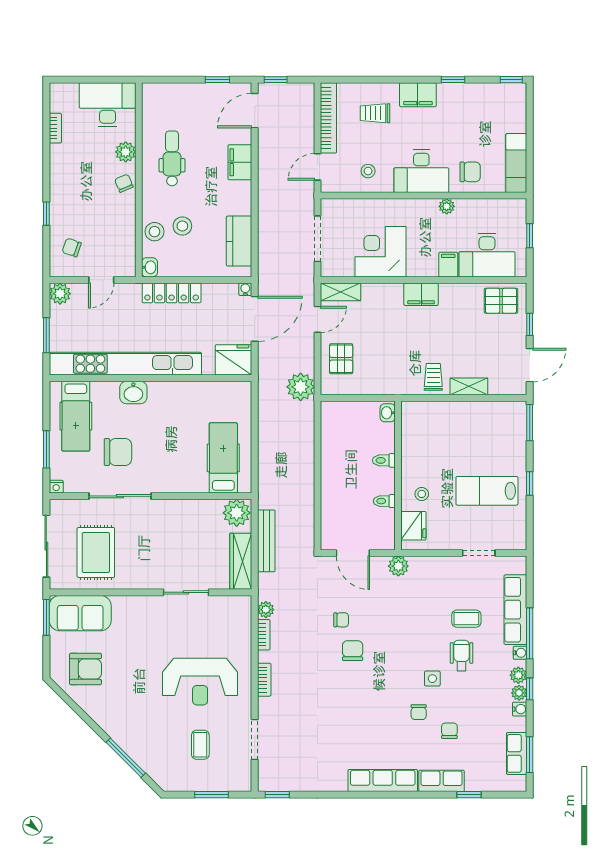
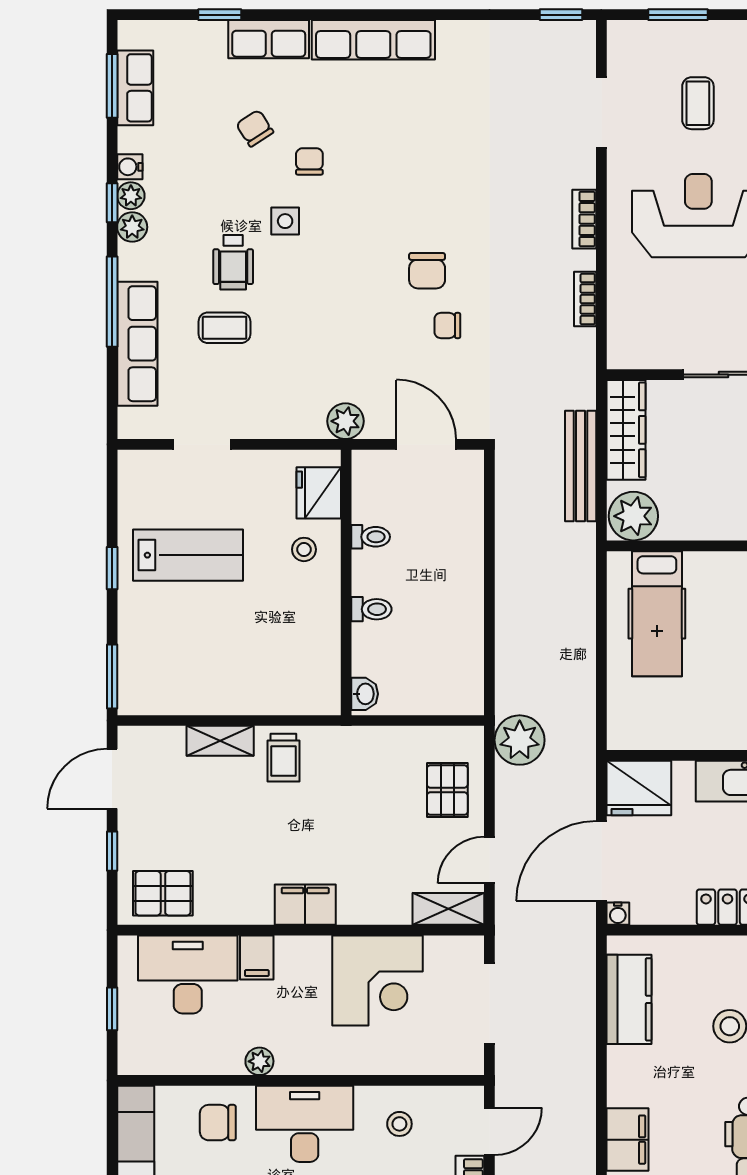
plant: (266, 610) -> (581, 344), removed
water cooler: (520, 653) -> (129, 267), removed
chair: (449, 731) -> (255, 128), turned 147

